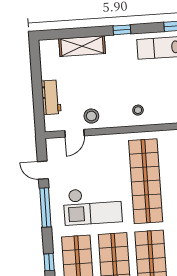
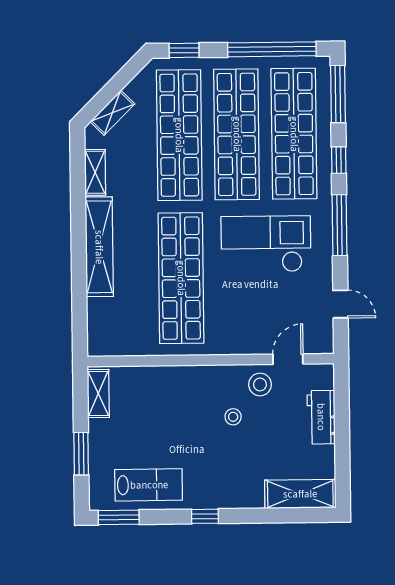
shelving: (82, 46) -> (300, 494), moved
stool: (138, 110) -> (233, 417), moved
window: (45, 207) -> (340, 225), moved

